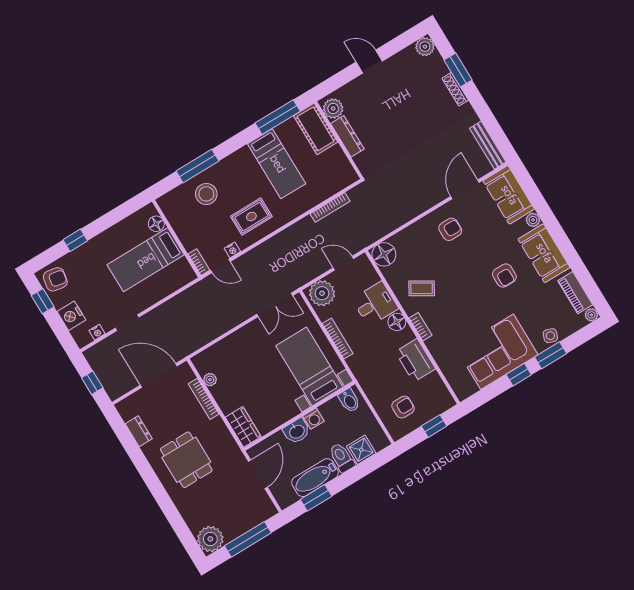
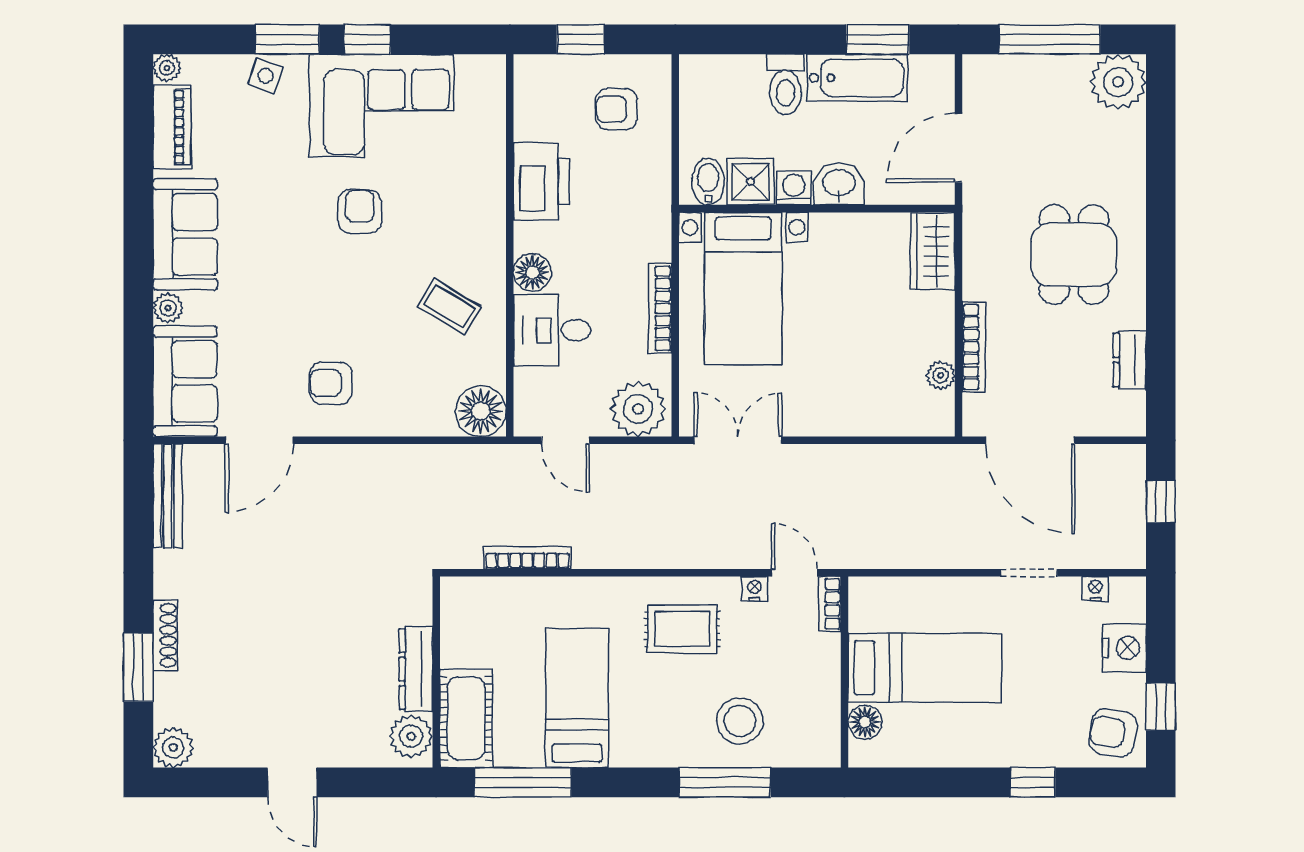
armchair: (504, 276) -> (360, 212), moved
bookcase: (420, 327) -> (494, 238), removed
shower: (361, 450) -> (751, 182), moved

